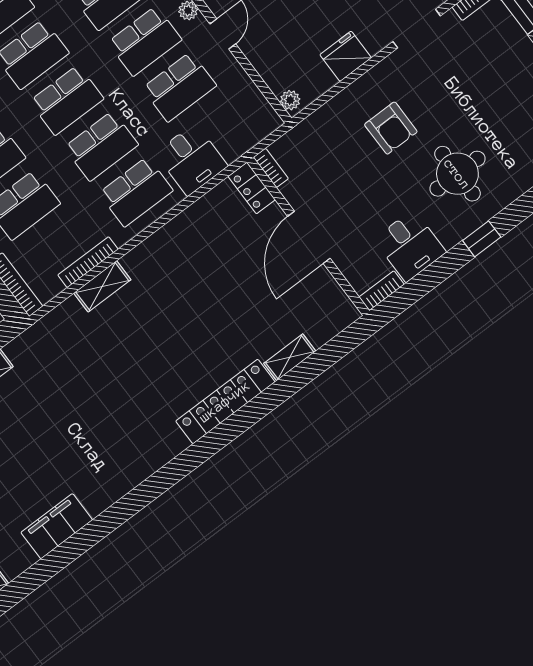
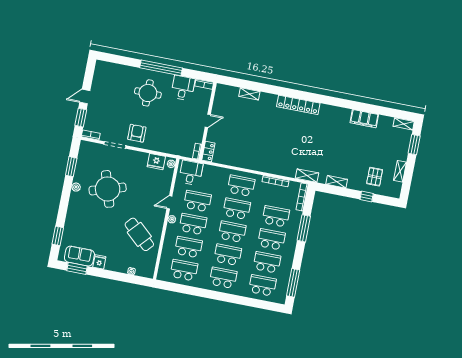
fridge: (346, 56) -> (156, 162), moved
armchair: (391, 128) -> (137, 133), moved
desk: (191, 159) -> (191, 173), moved
door: (309, 237) -> (208, 121), width x0.53
window: (482, 239) -> (161, 68), width x3.17
shelving: (102, 286) -> (307, 176), moved
locker: (225, 401) -> (298, 105), moved

